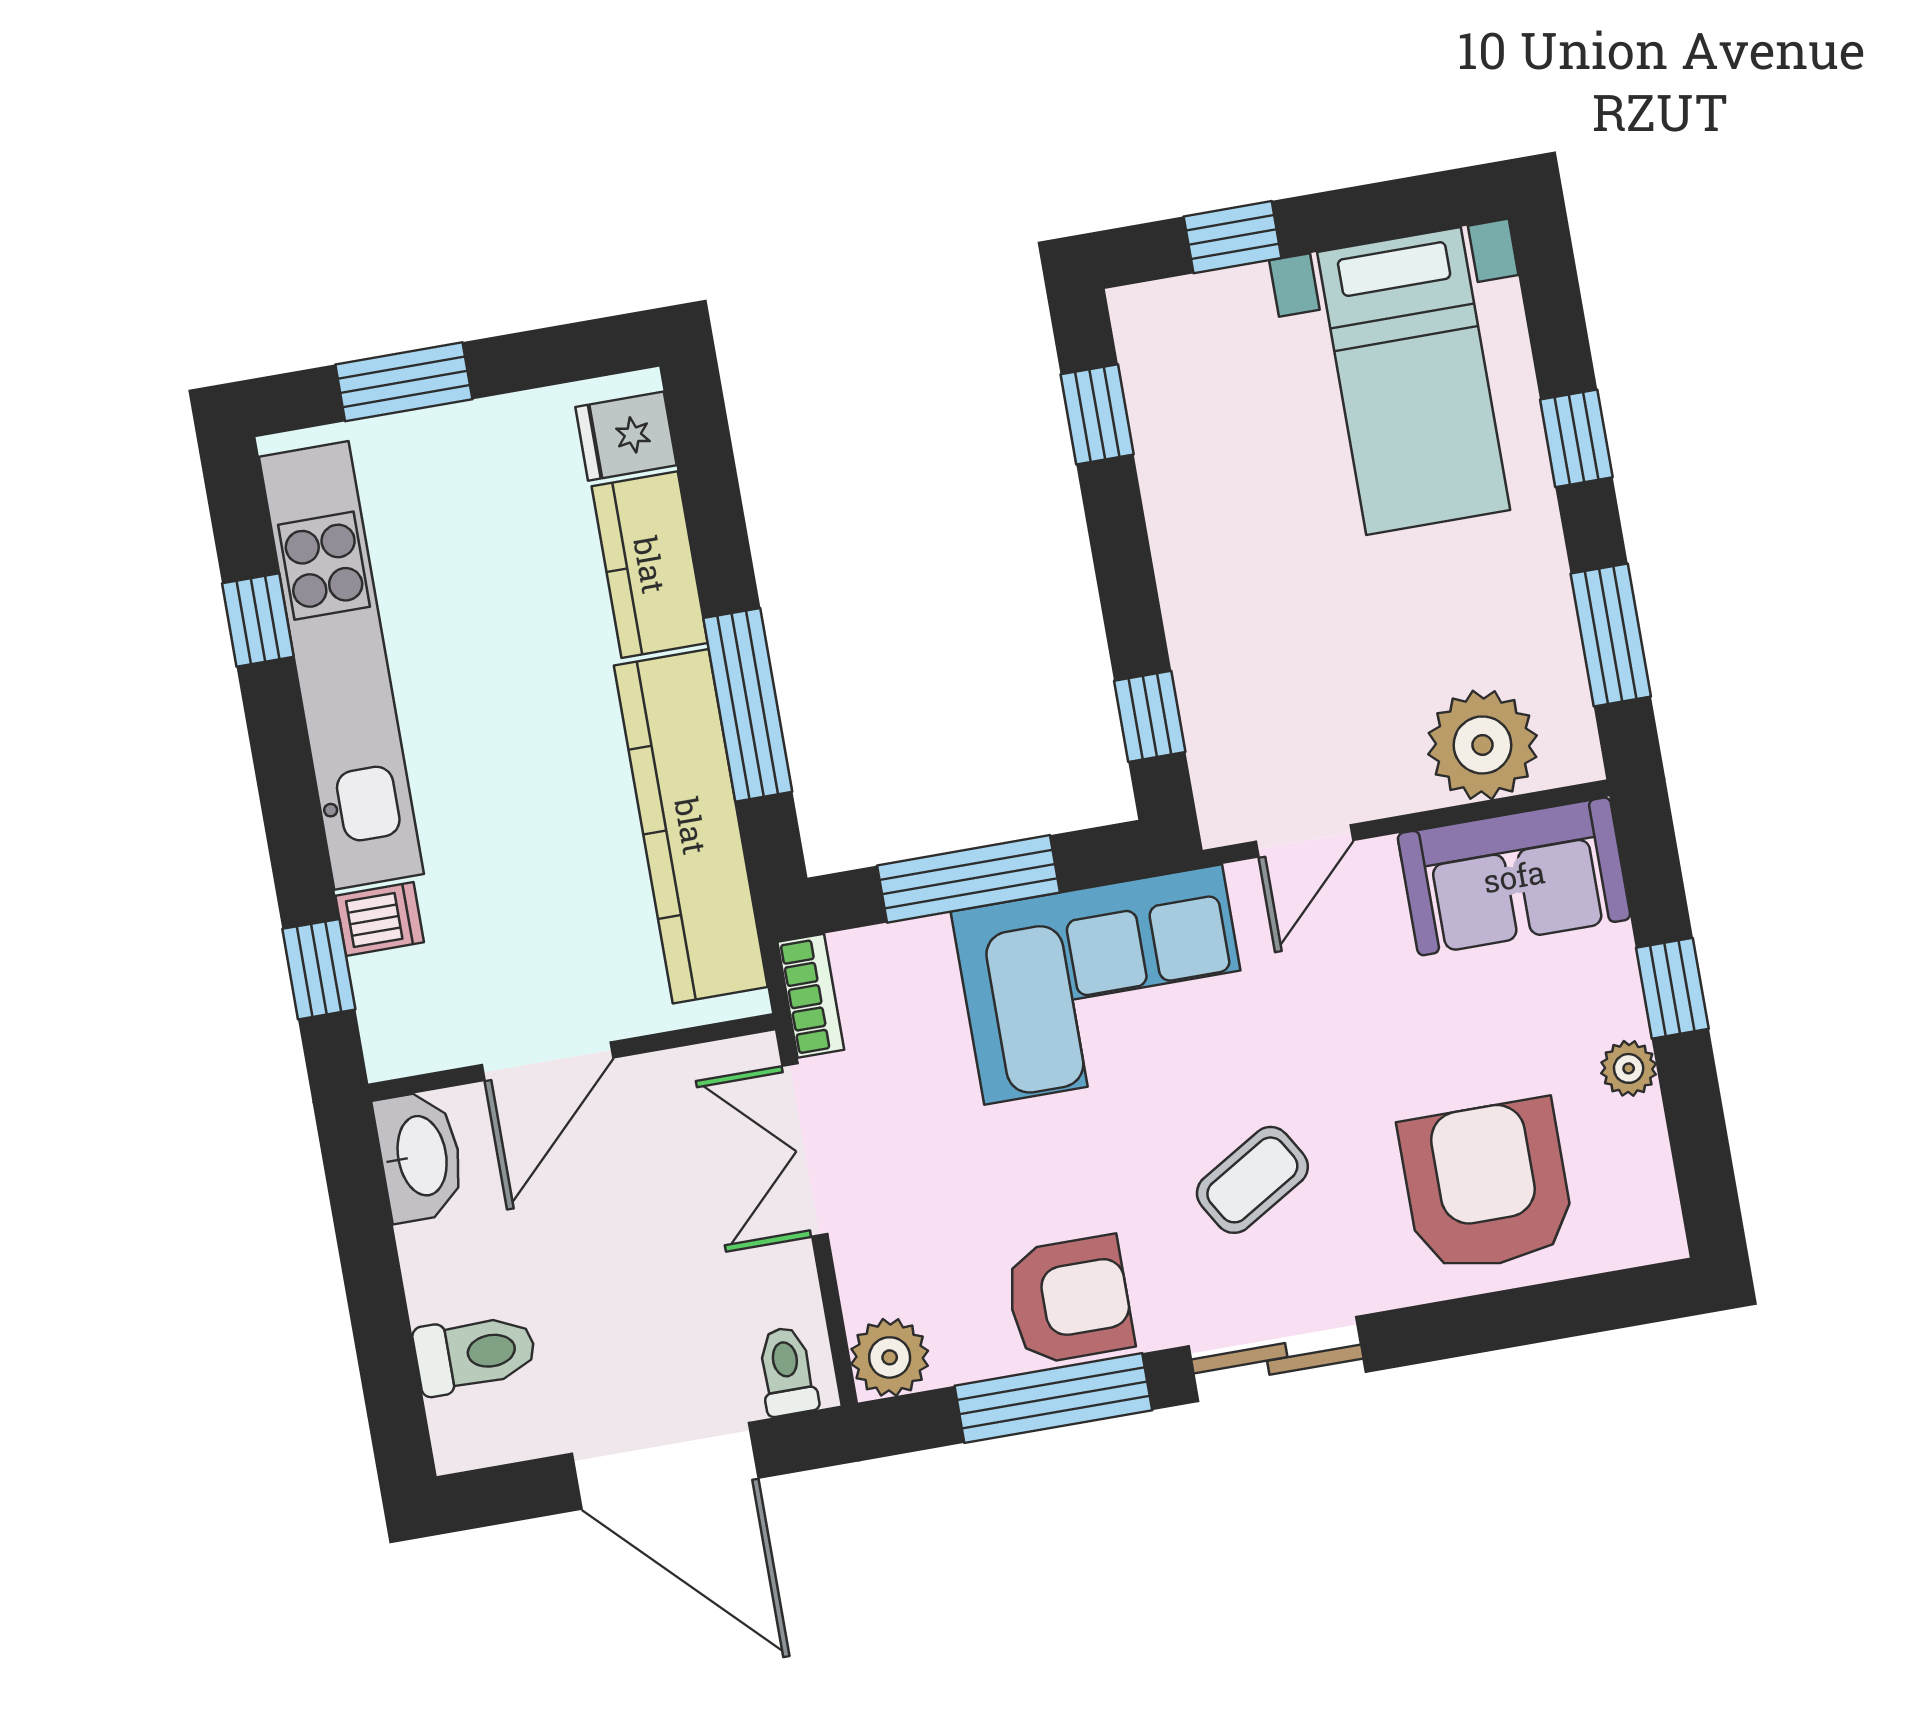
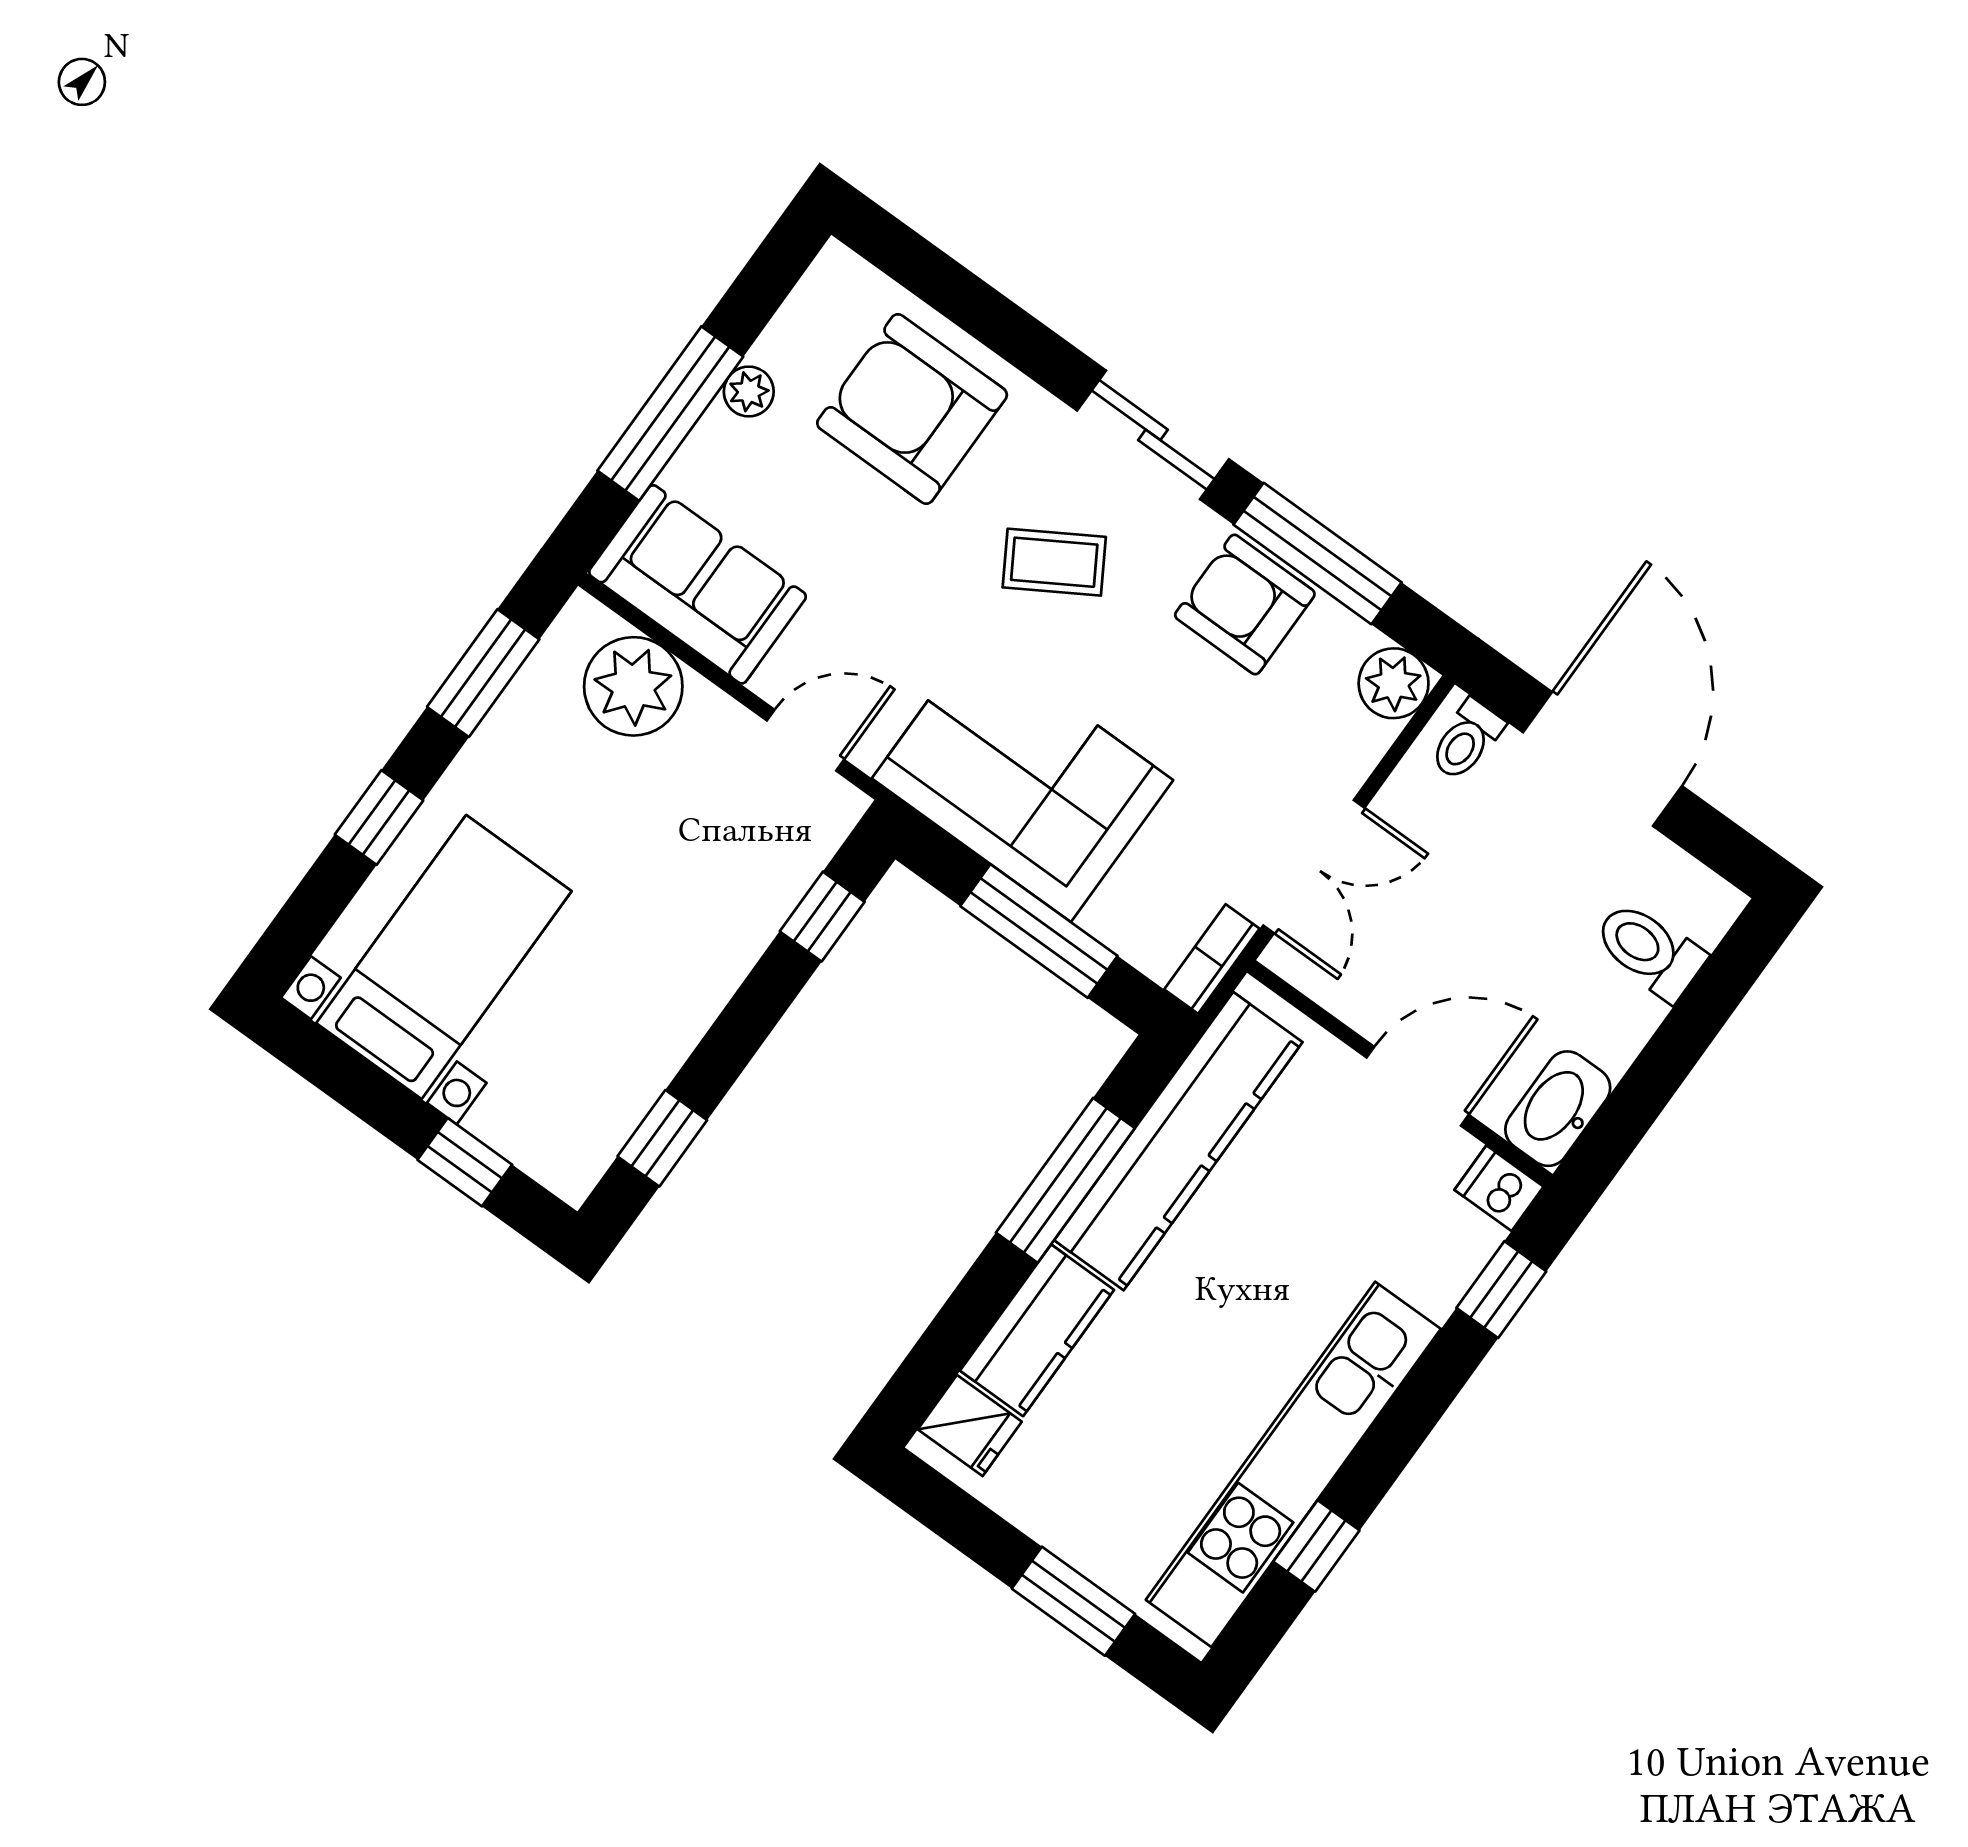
dishwasher: (380, 919) -> (1499, 1188), moved
window: (1672, 988) -> (670, 414), width x2.17
armchair: (1487, 1186) -> (912, 409), turned 90

